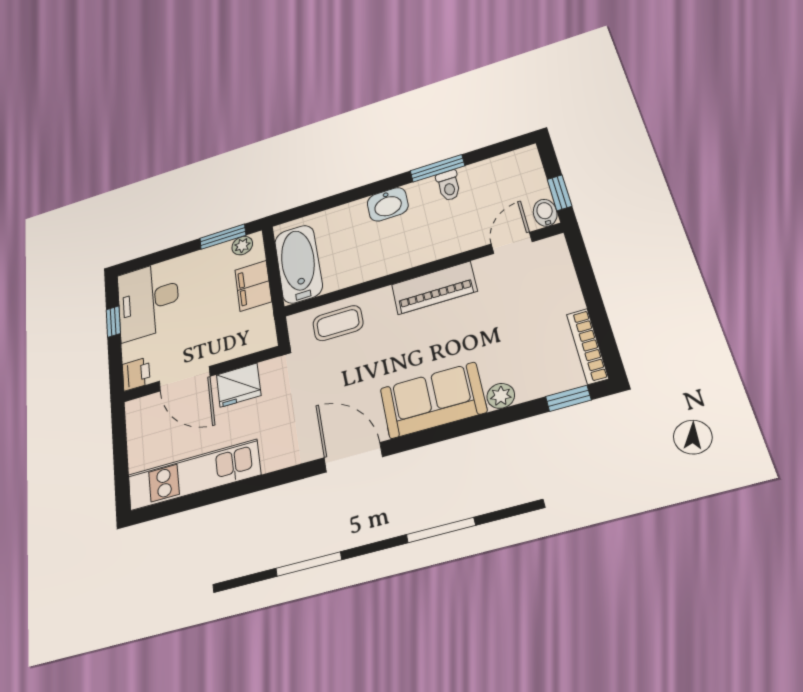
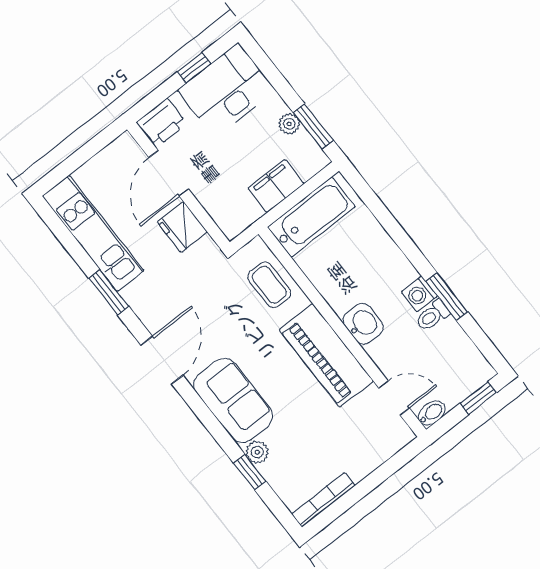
washing machine: (422, 191) -> (419, 294), added
window: (559, 193) -> (478, 398), moved
washbasin: (388, 204) -> (363, 324), moved, turned 180
plant: (242, 246) -> (289, 124), moved
piano: (434, 288) -> (326, 355), width x1.37, depth x1.33
printer: (136, 374) -> (162, 123), width x1.36, depth x1.24
window: (568, 398) -> (250, 472), moved
window: (257, 484) -> (109, 292), added

